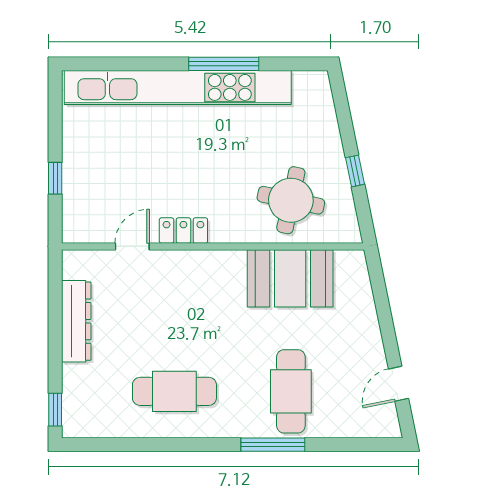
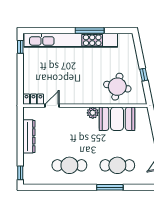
window: (55, 178) -> (20, 47), moved
locker: (183, 230) -> (33, 99), moved
plant: (231, 264) -> (93, 113), added
cafe table: (291, 391) -> (117, 165), turned 90

